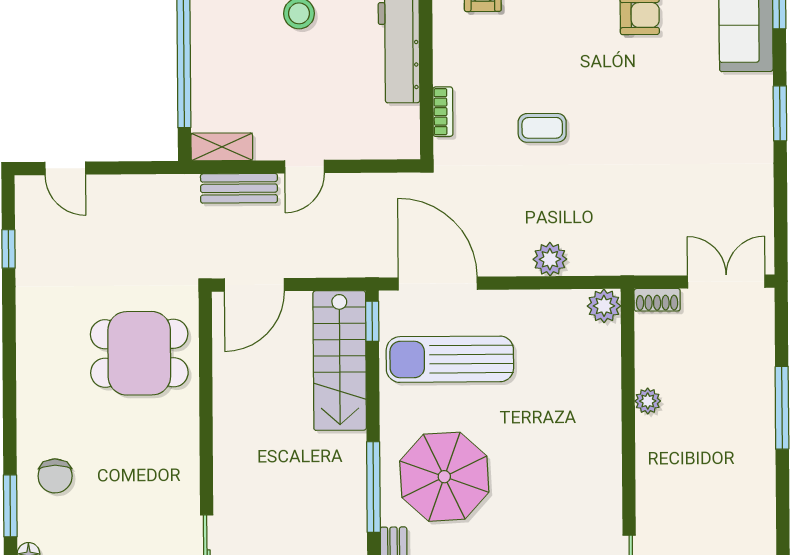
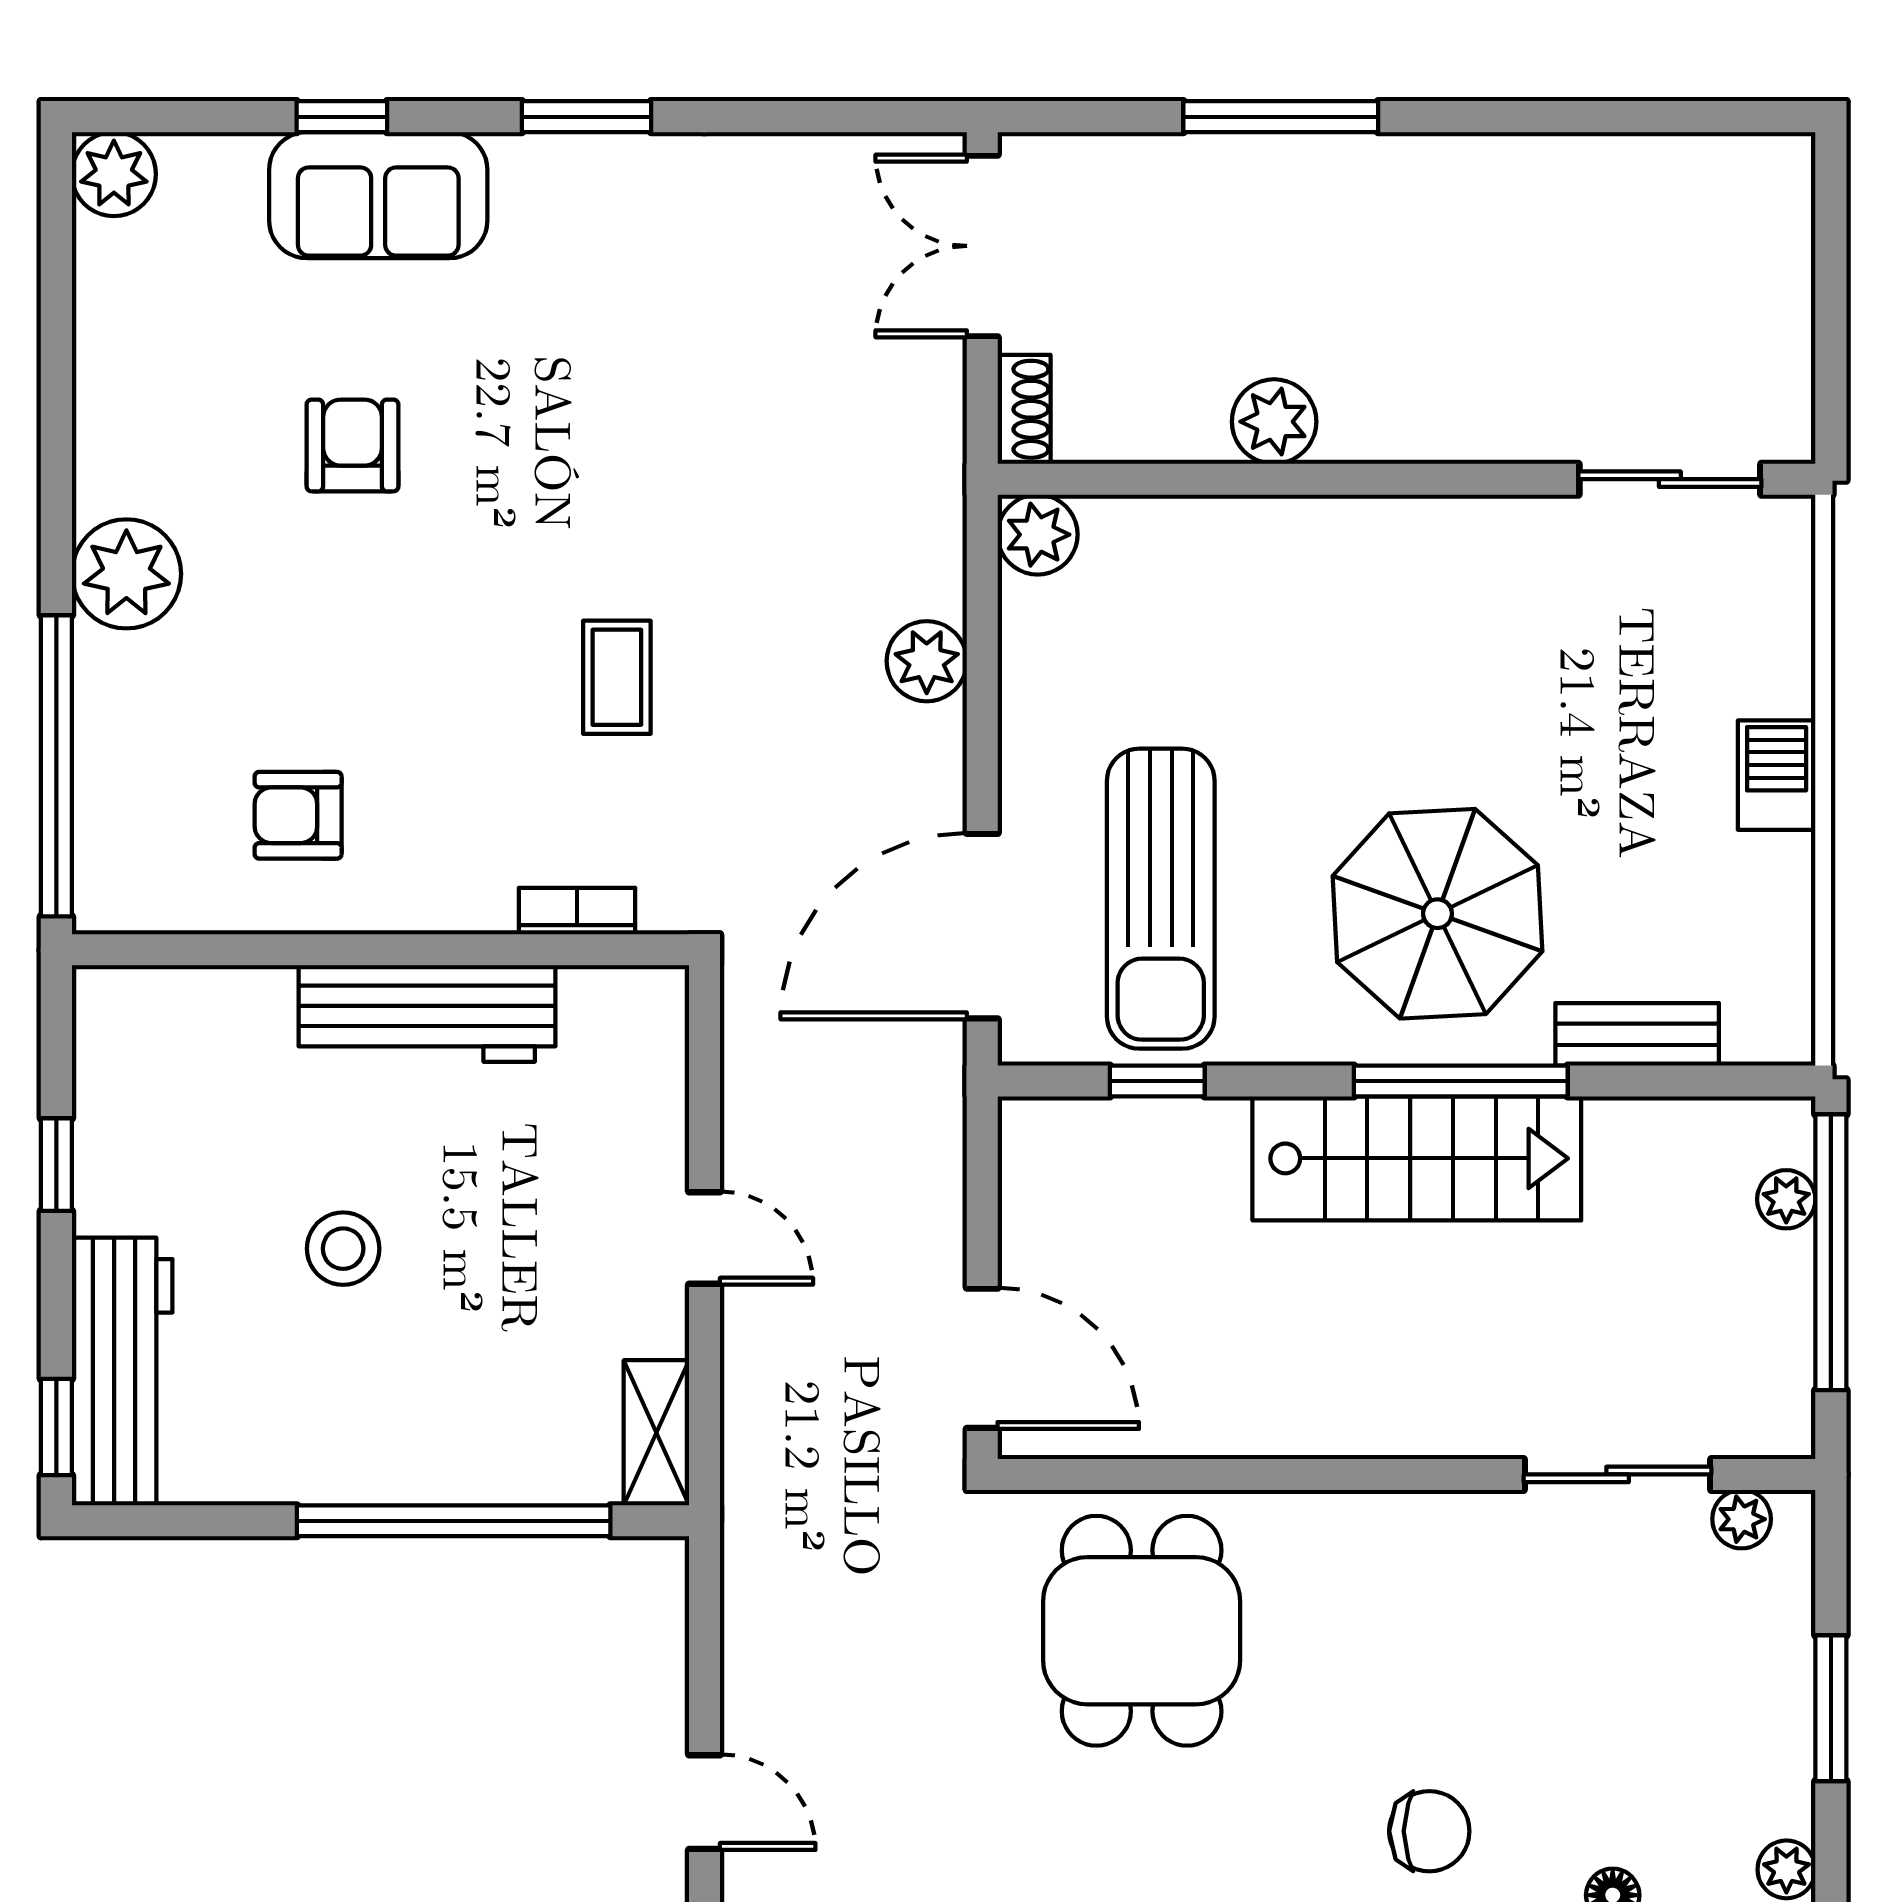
door: (65, 168) -> (704, 1802), hinge flipped
bench: (239, 188) -> (754, 1393), removed
window: (372, 321) -> (1157, 1081), moved
stairs: (340, 361) -> (1417, 1158), moved
plant: (648, 401) -> (1274, 422), width x1.38, depth x1.38

